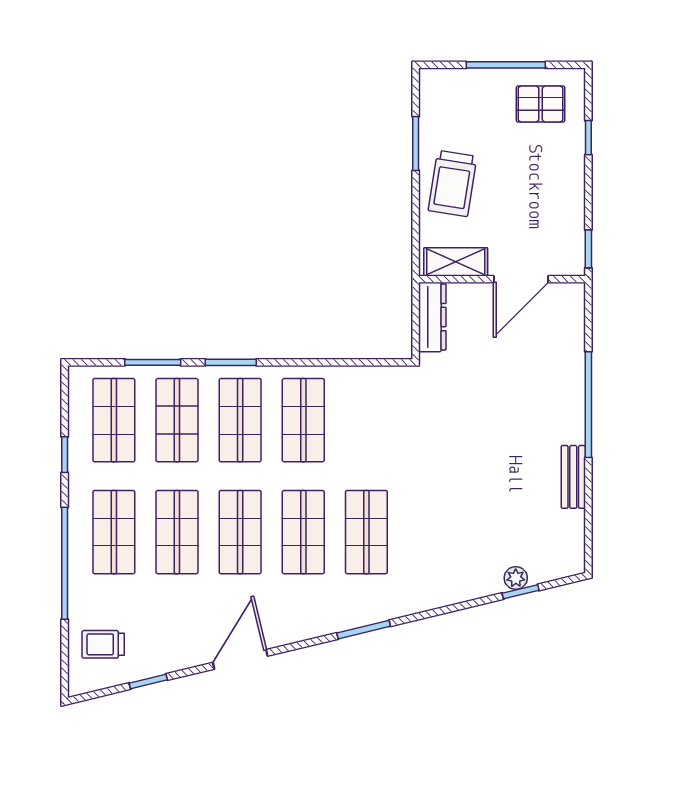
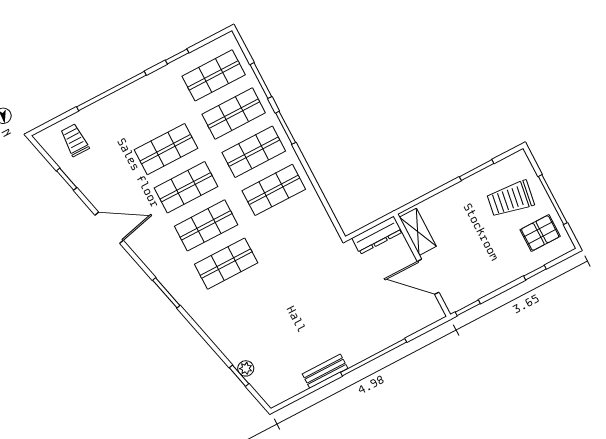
pallet: (541, 104) -> (540, 233), turned 90
trolley: (452, 183) -> (510, 199), moved
shop shelf: (114, 532) -> (146, 111), removed

